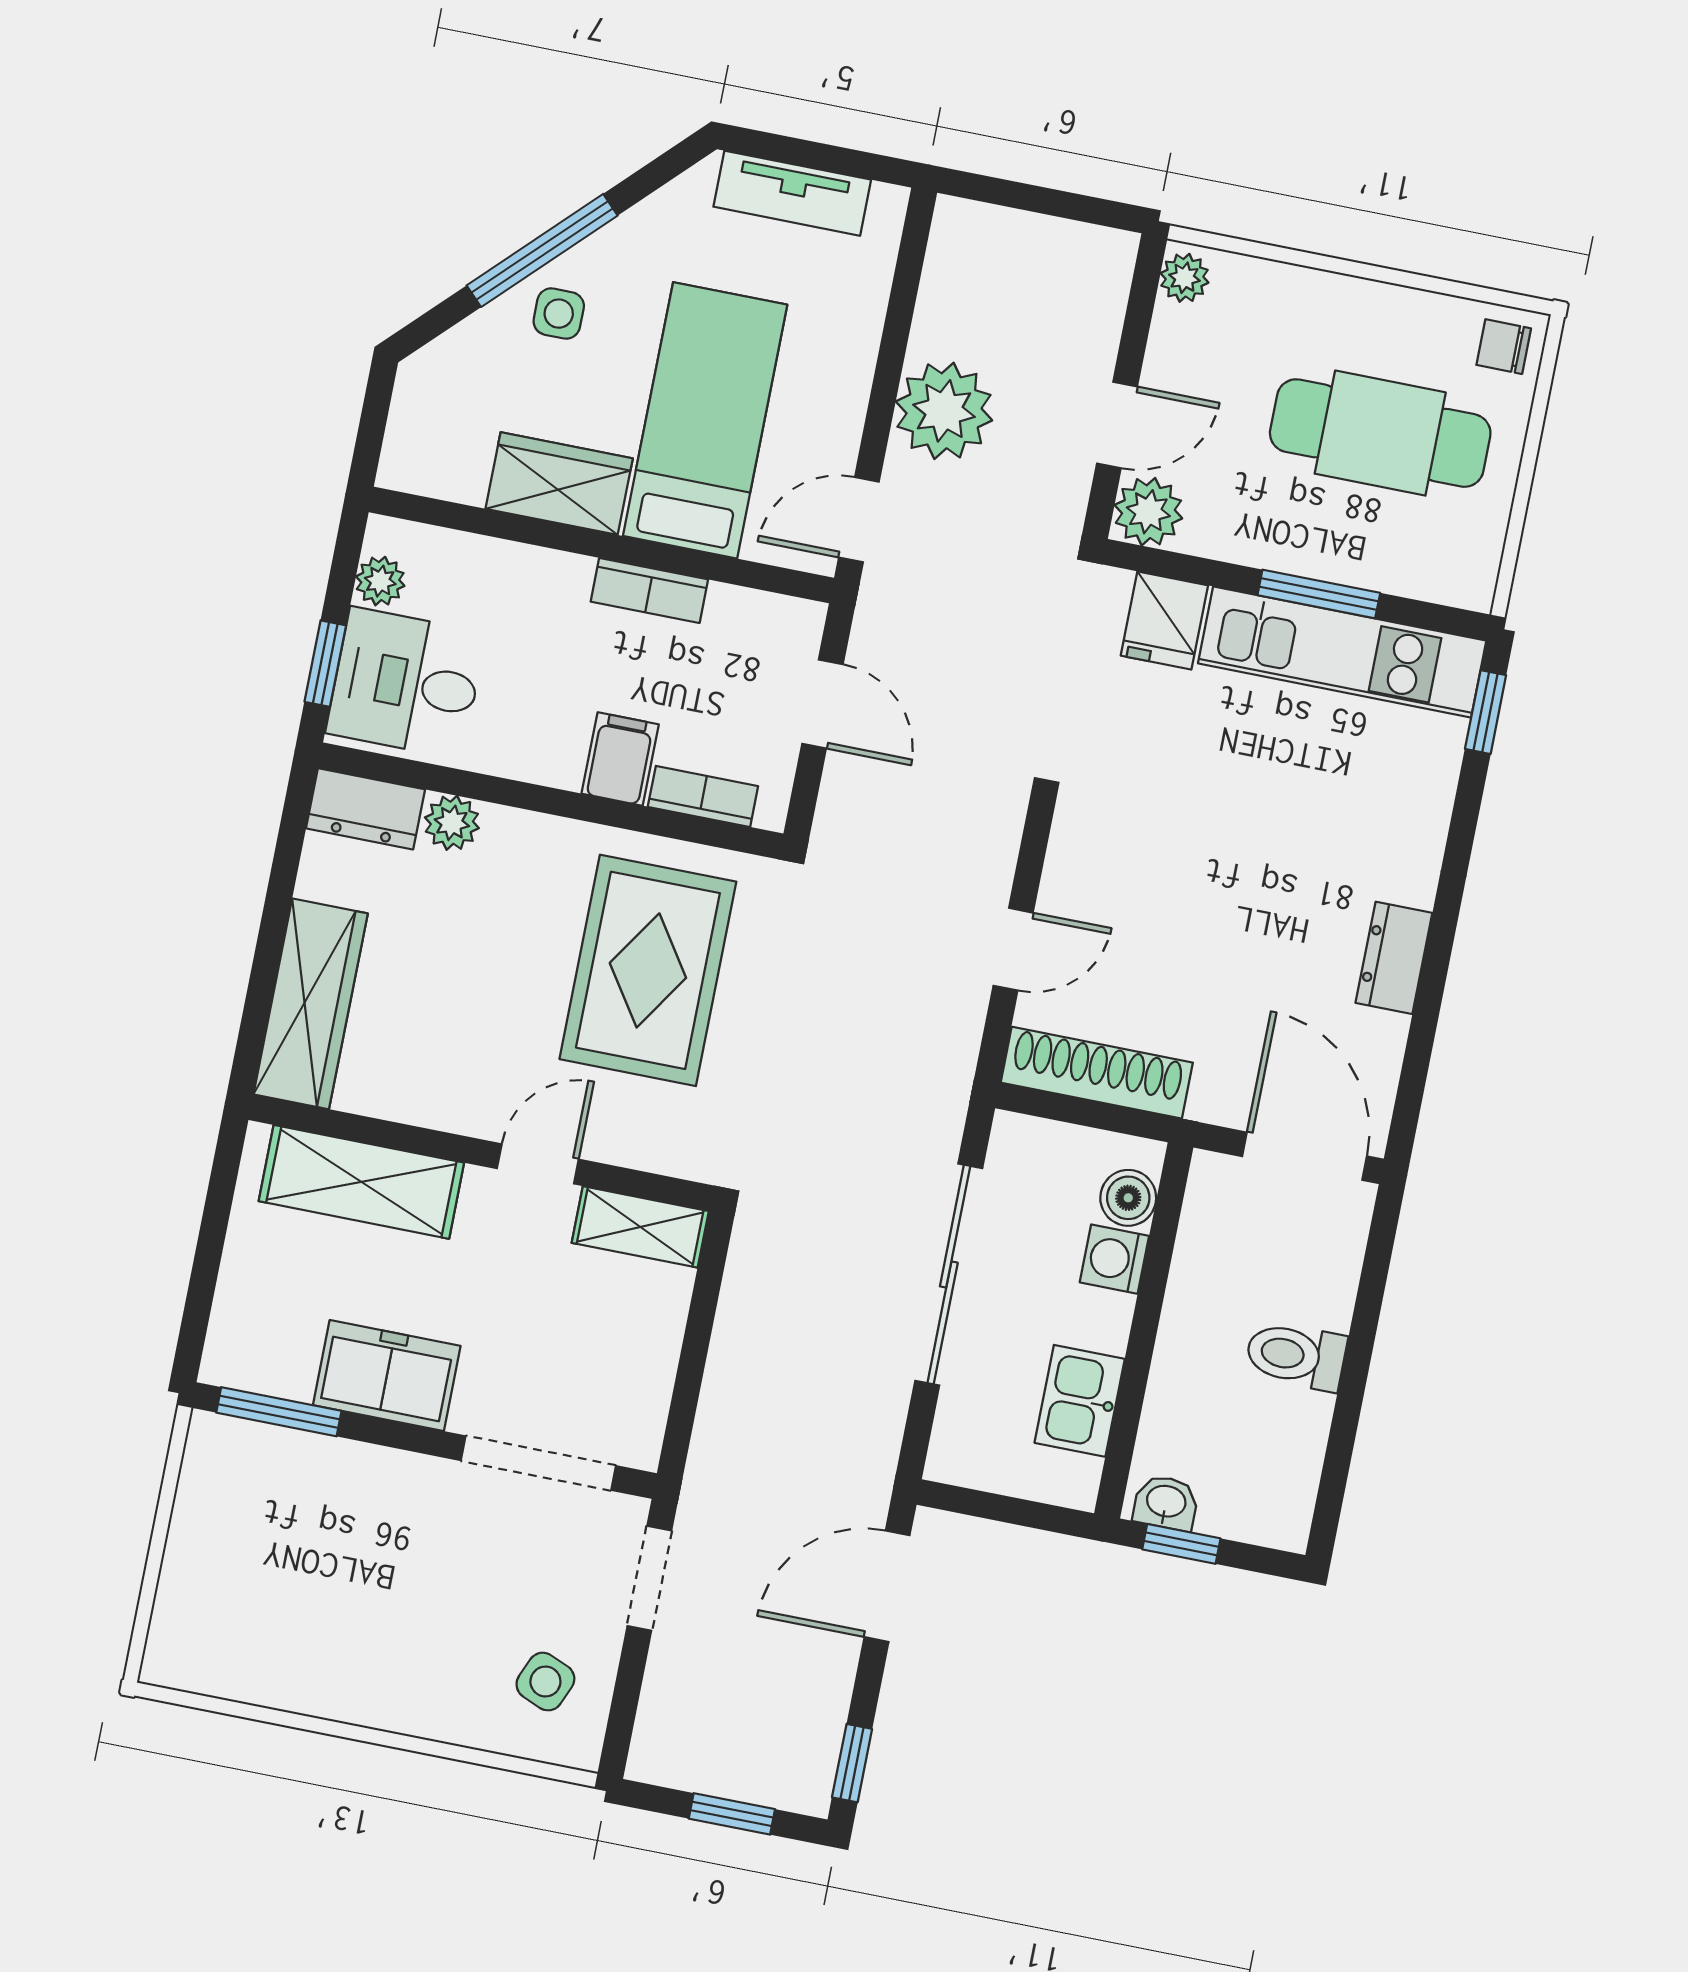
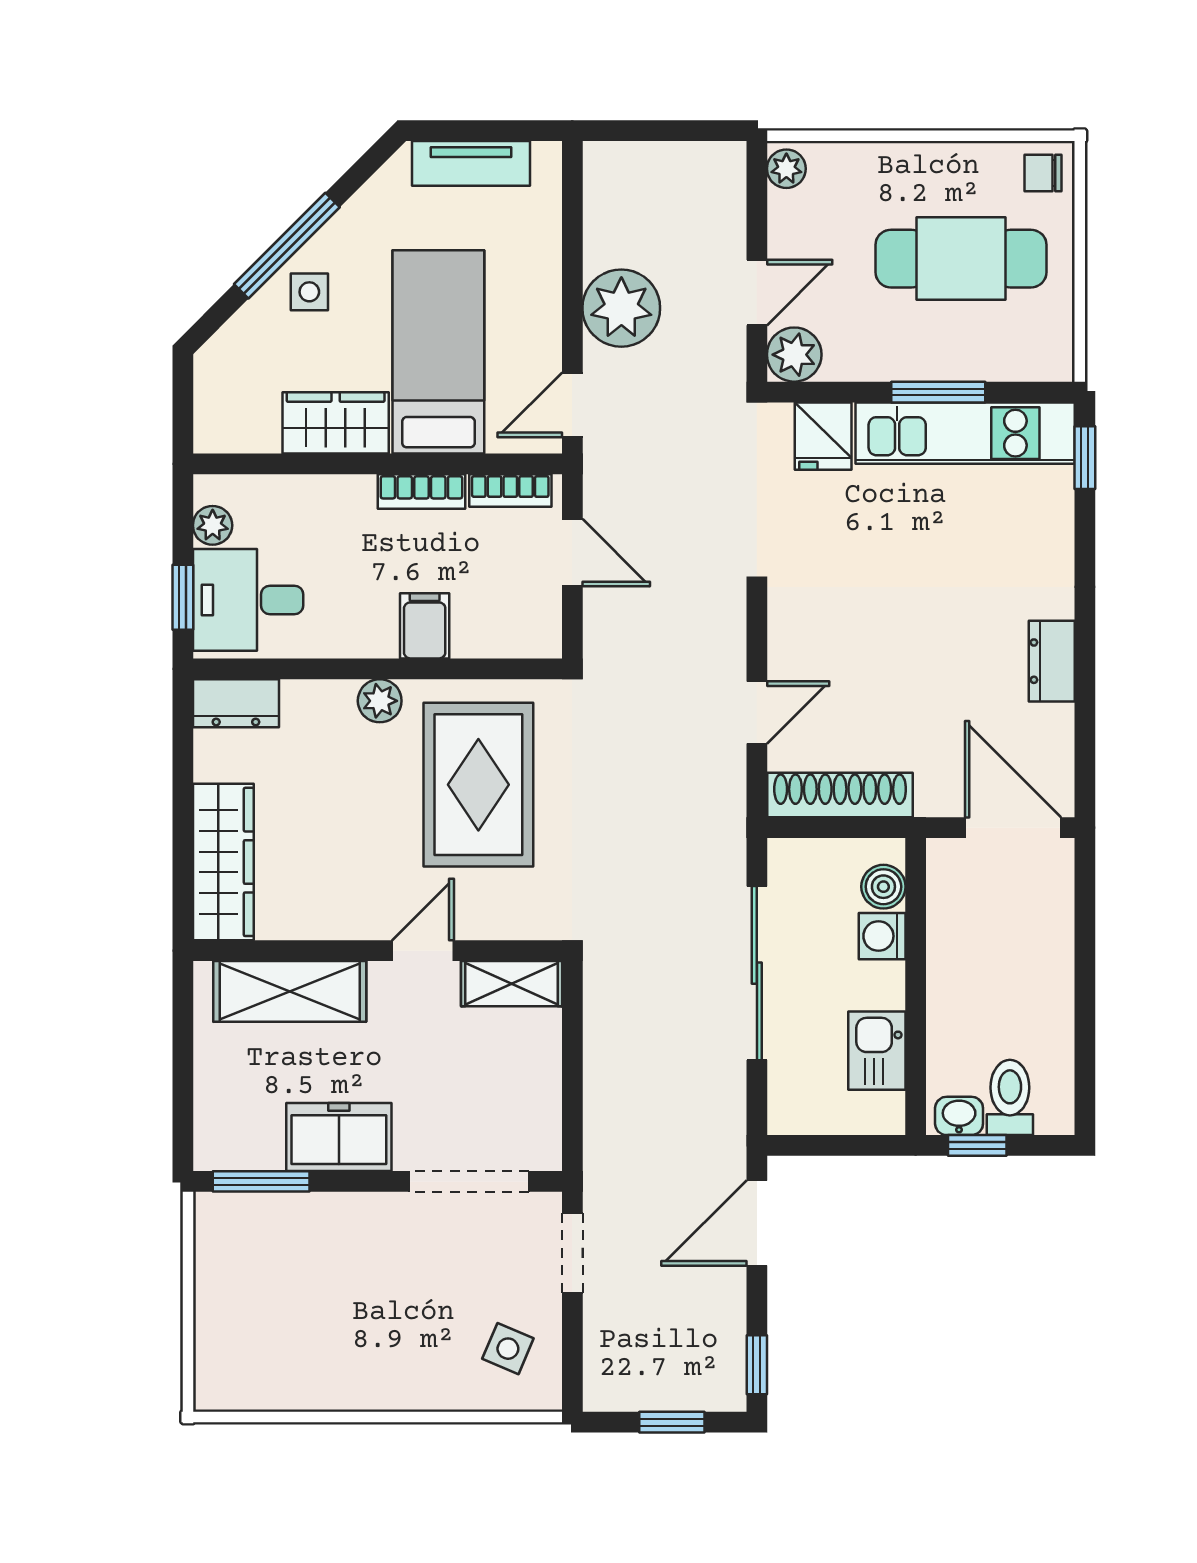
bookcase: (703, 796) -> (510, 490), moved, turned 180
plant: (452, 823) -> (380, 701), moved
toilet: (1296, 1356) -> (1010, 1097), moved, turned 90

